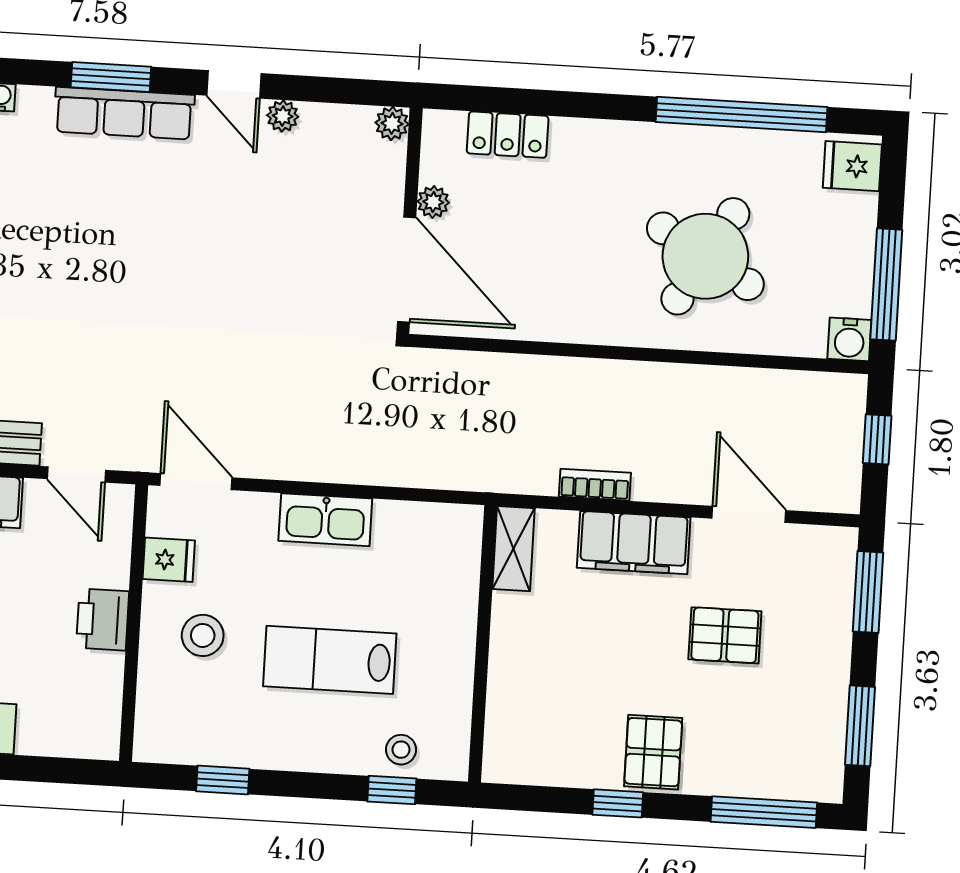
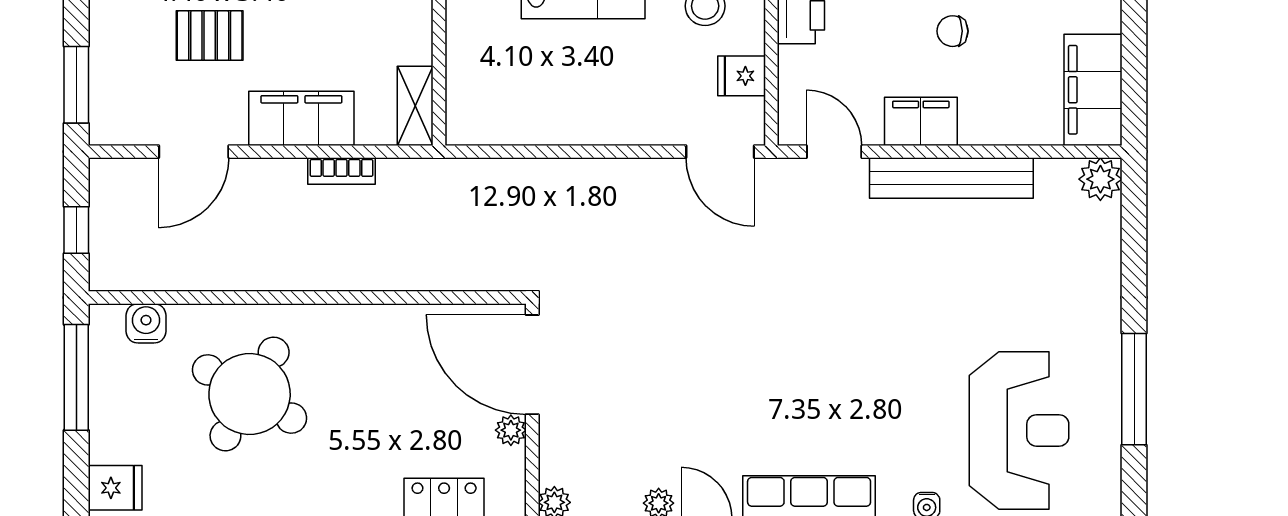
water cooler: (849, 339) -> (146, 323), moved
door: (749, 514) -> (194, 152), hinge flipped
kitchen sink: (325, 520) -> (595, 123), removed

